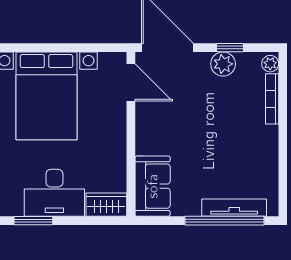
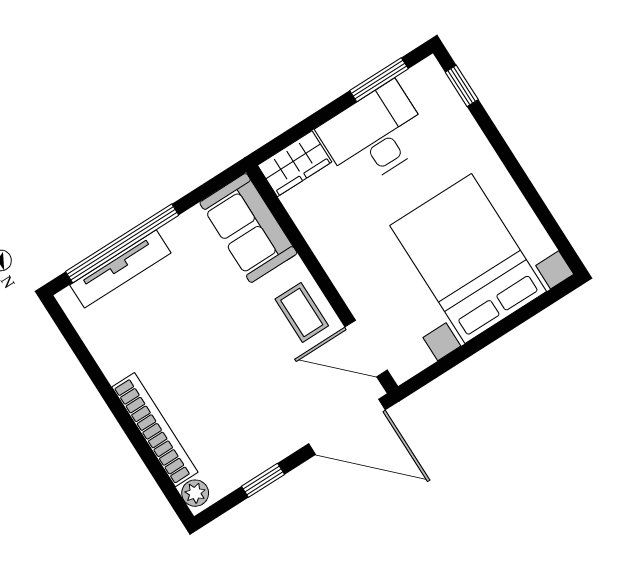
plant: (223, 64) -> (258, 452), removed
bookcase: (272, 99) -> (155, 430), width x1.48, depth x1.31
coffee table: (153, 123) -> (302, 312), added

